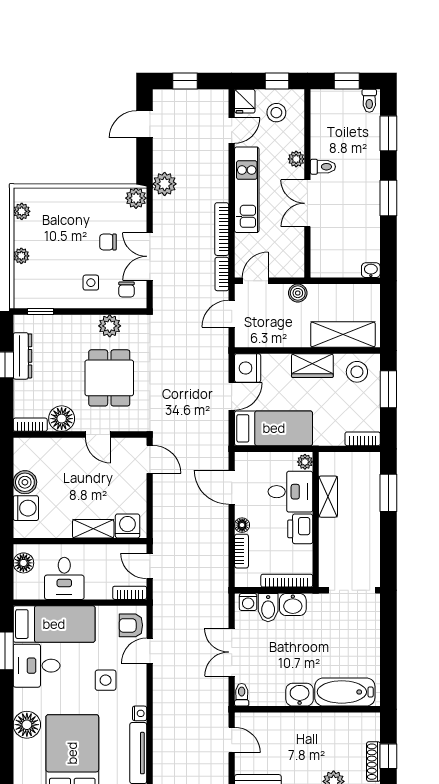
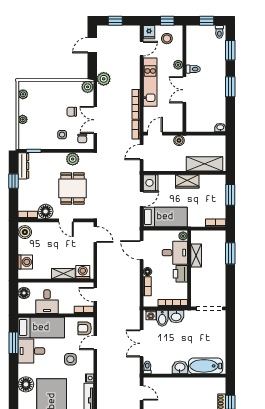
dresser: (22, 356) -> (23, 166), moved
stool: (357, 372) -> (212, 185), removed
boiler: (25, 482) -> (25, 232), moved

